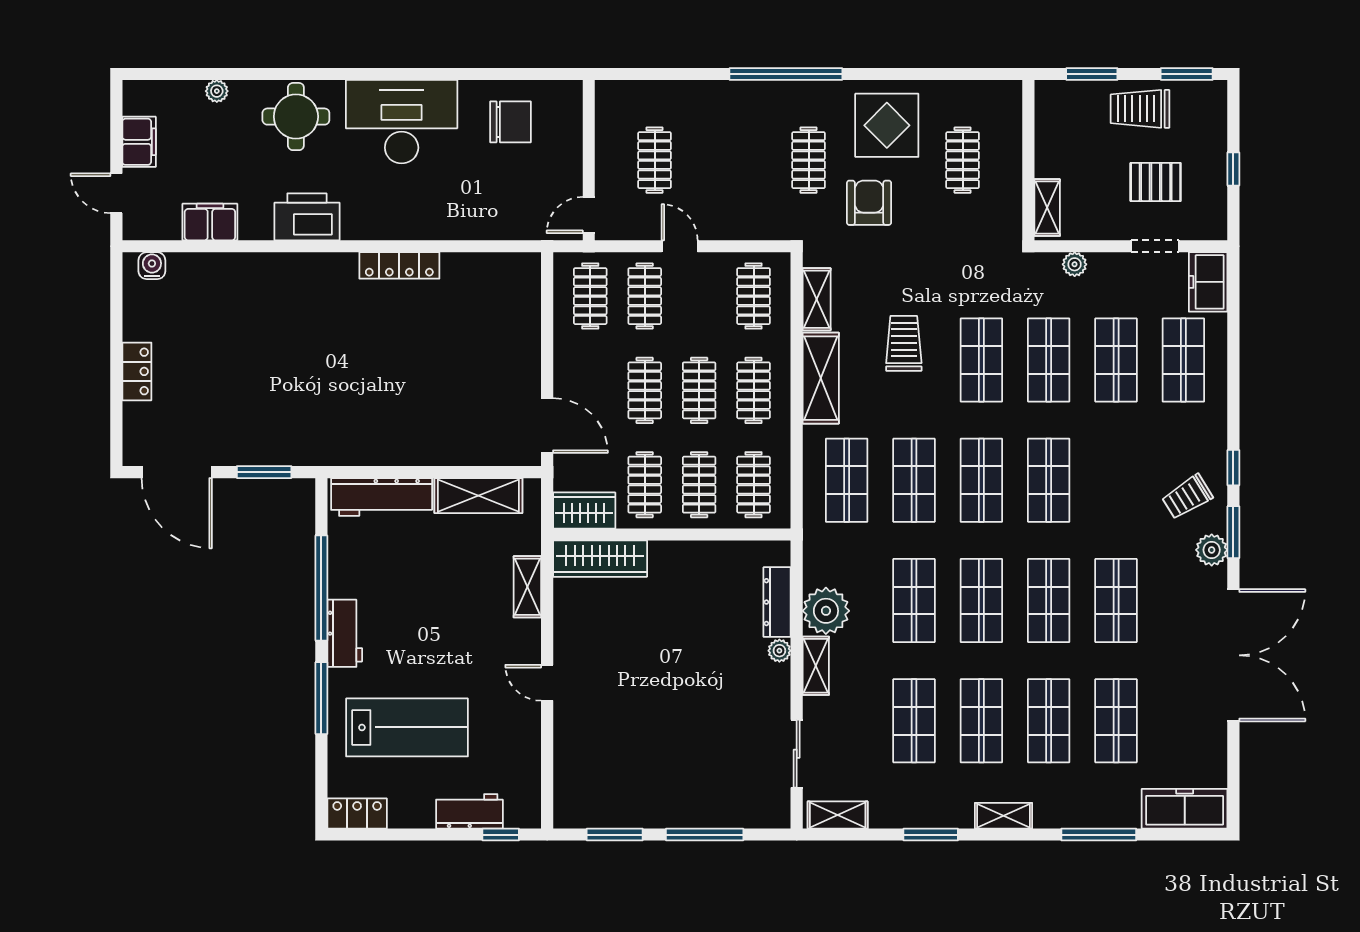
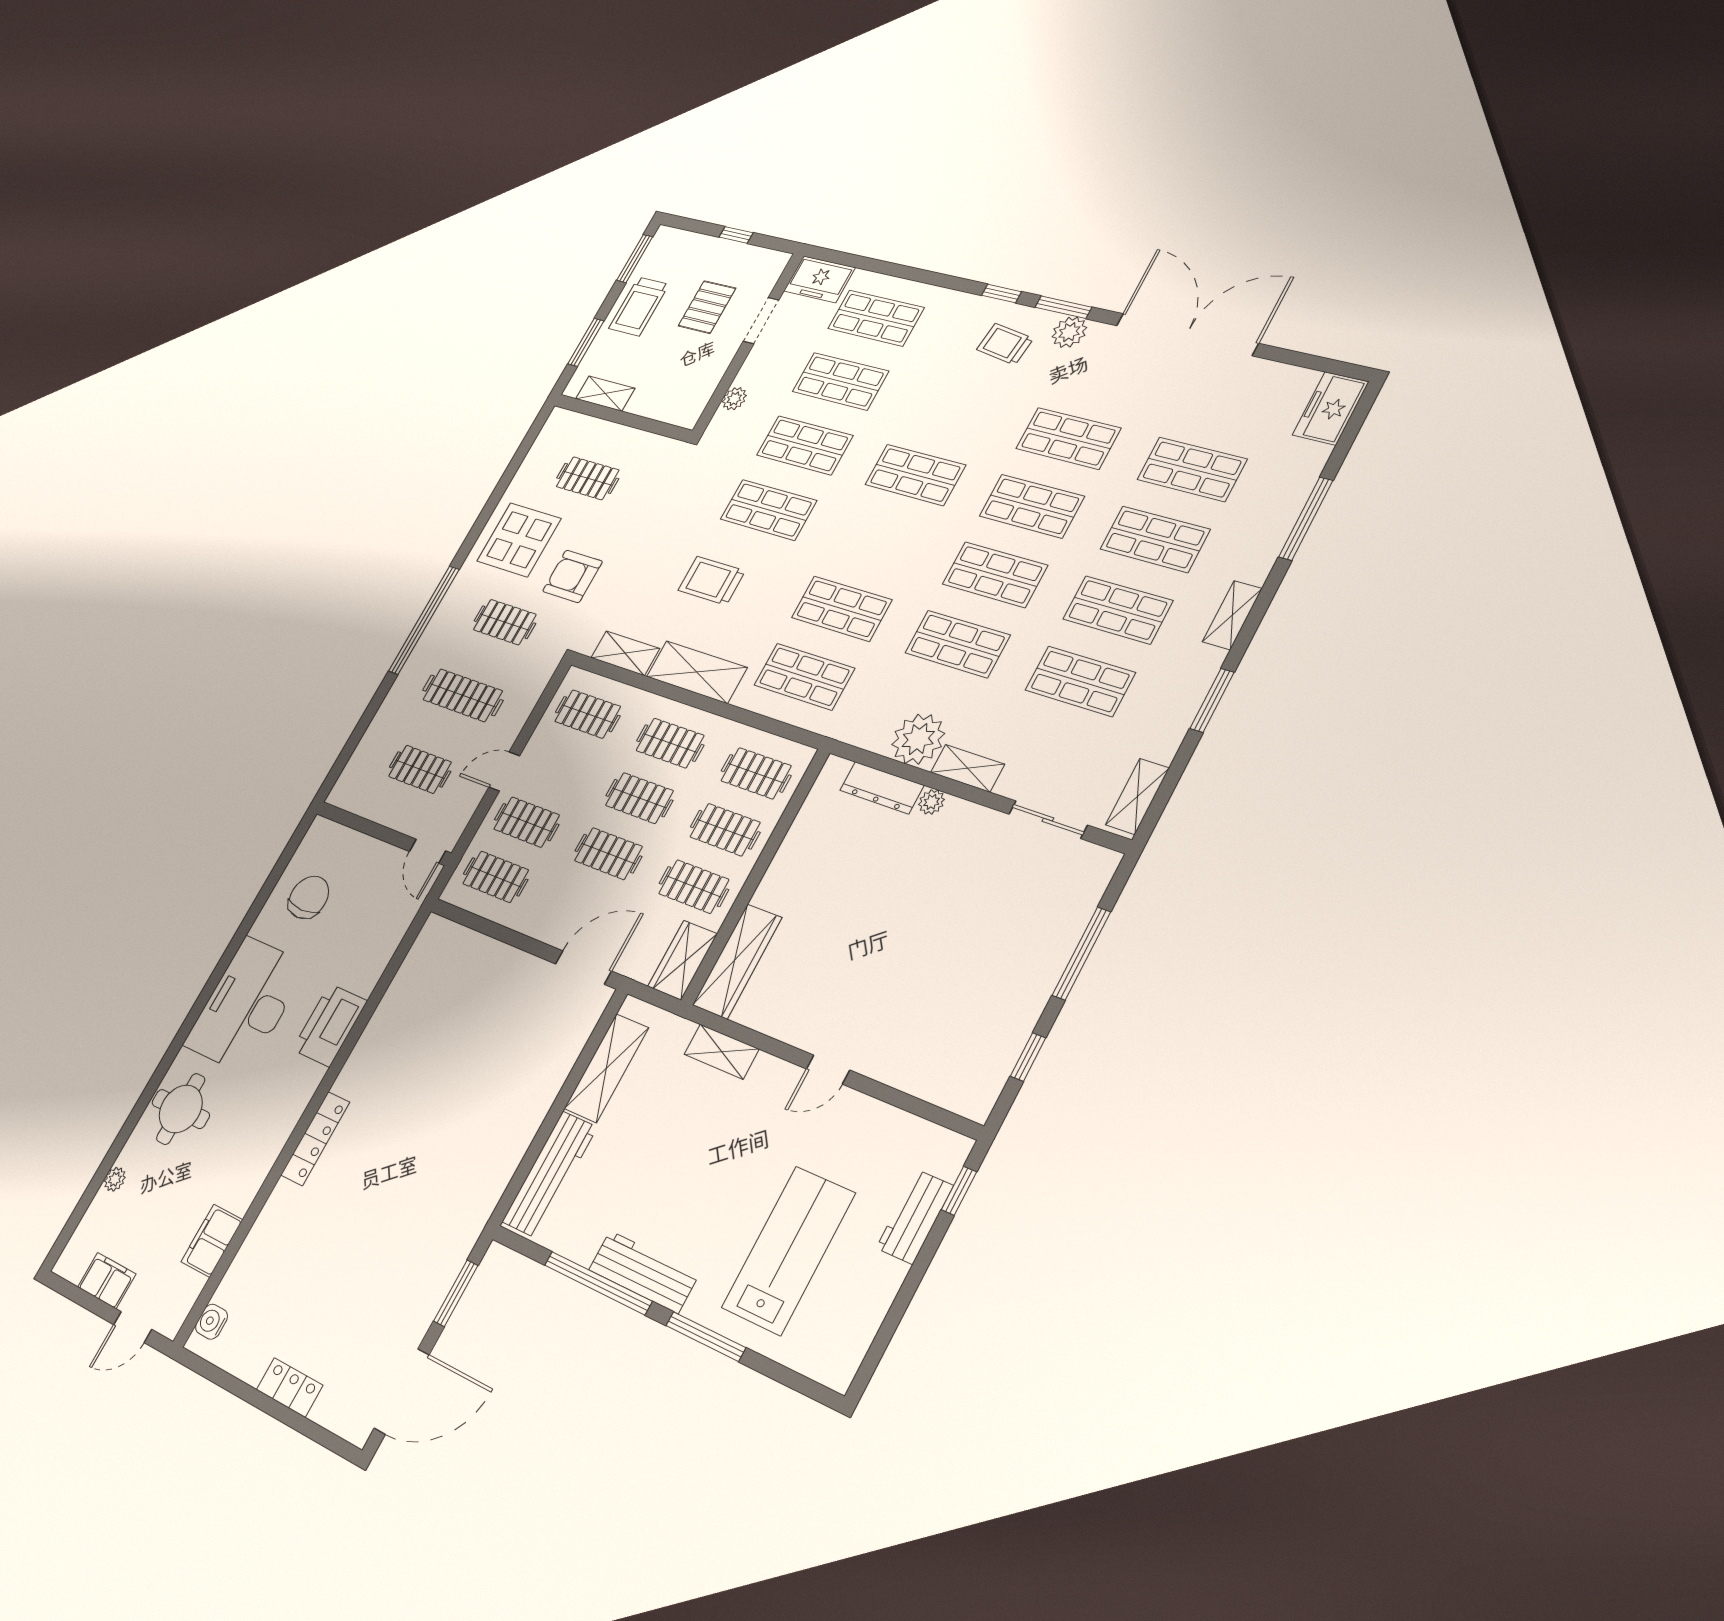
clothes rail: (732, 160) -> (463, 695), added
shelving: (1047, 208) -> (605, 394), moved
printer: (307, 217) -> (330, 1025), moved
locker: (399, 265) -> (315, 1139), moved
shop shelf: (981, 480) -> (879, 541), removed
trolley: (1187, 497) -> (1005, 344), turned 130
workbench: (345, 633) -> (644, 1272), width x1.38
freezer: (1185, 809) -> (1331, 408), width x0.71
locker: (357, 813) -> (847, 1352), removed
window: (615, 835) -> (1028, 1057), width x0.67

